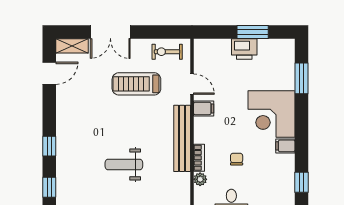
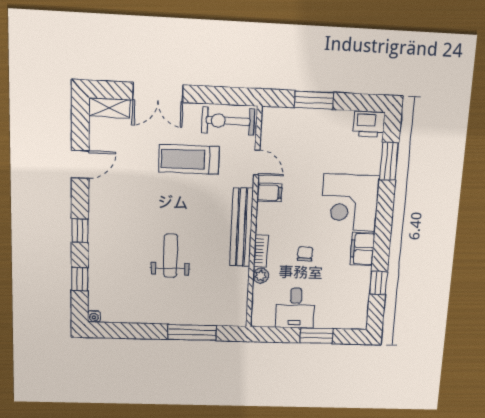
window: (253, 32) -> (314, 100), moved
printer: (244, 49) -> (369, 124), moved
exercise bike: (167, 52) -> (228, 121), width x1.38, depth x1.39
door: (49, 73) -> (80, 164), moved
filing cabinet: (285, 146) -> (362, 249), width x2.00
weight bench: (124, 164) -> (170, 256), turned 90

